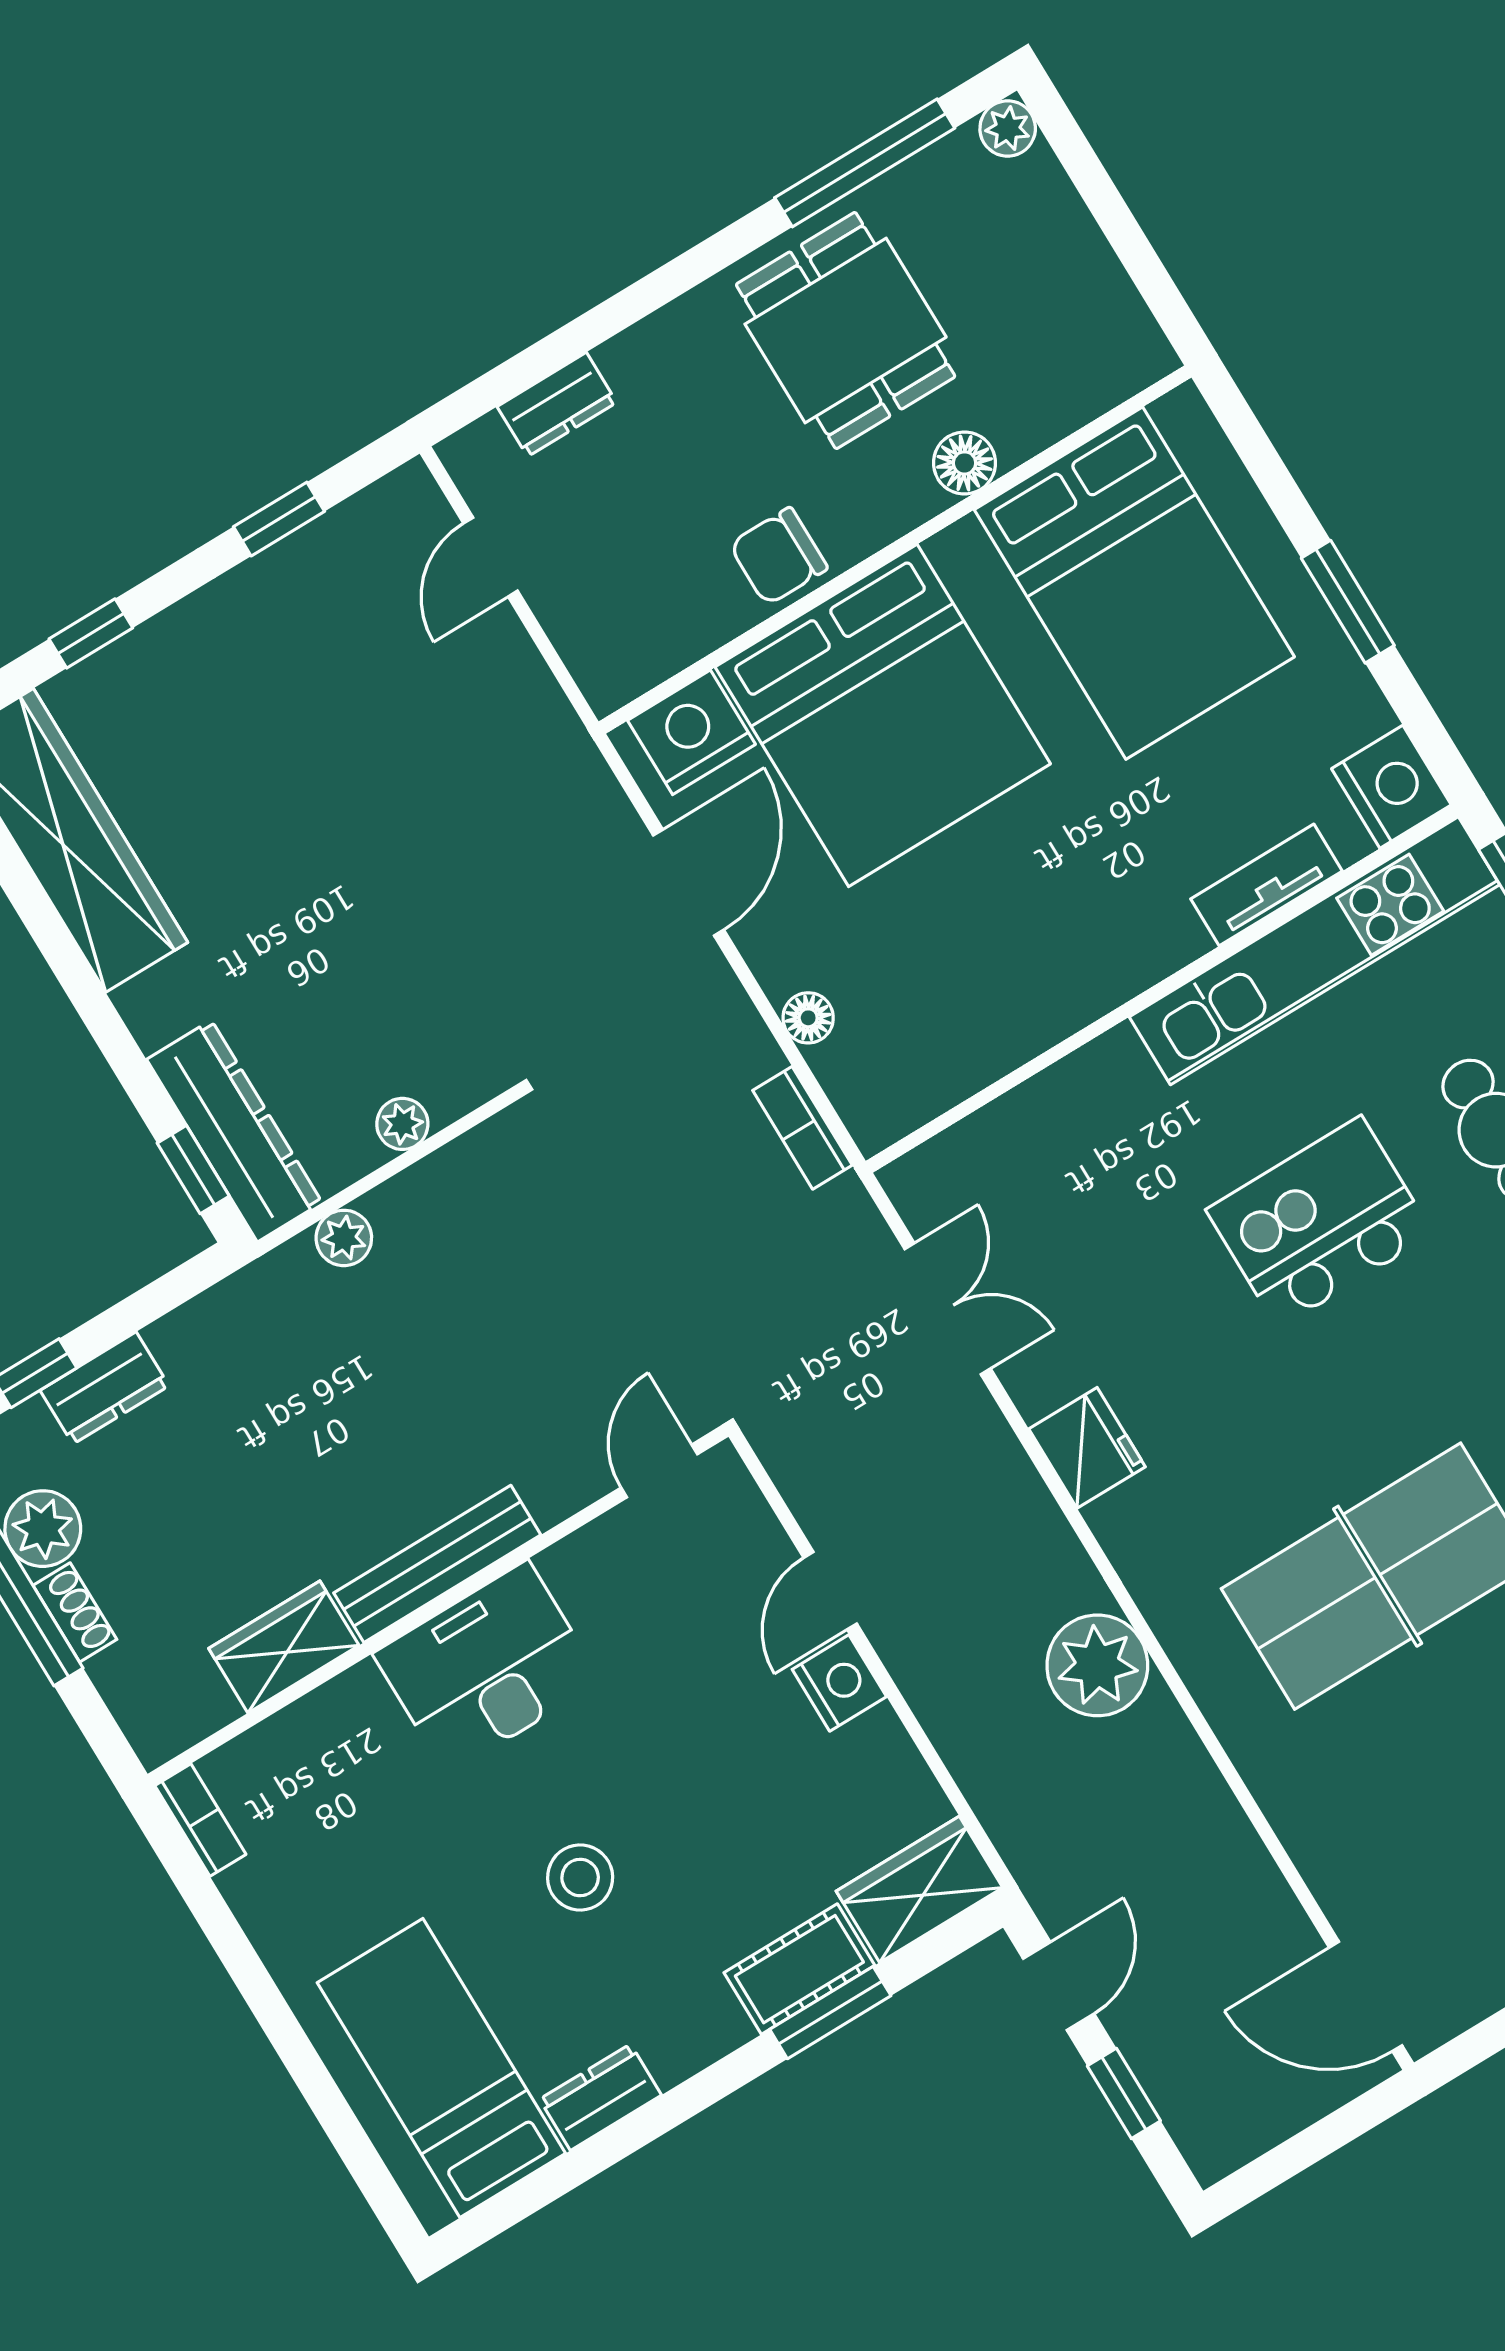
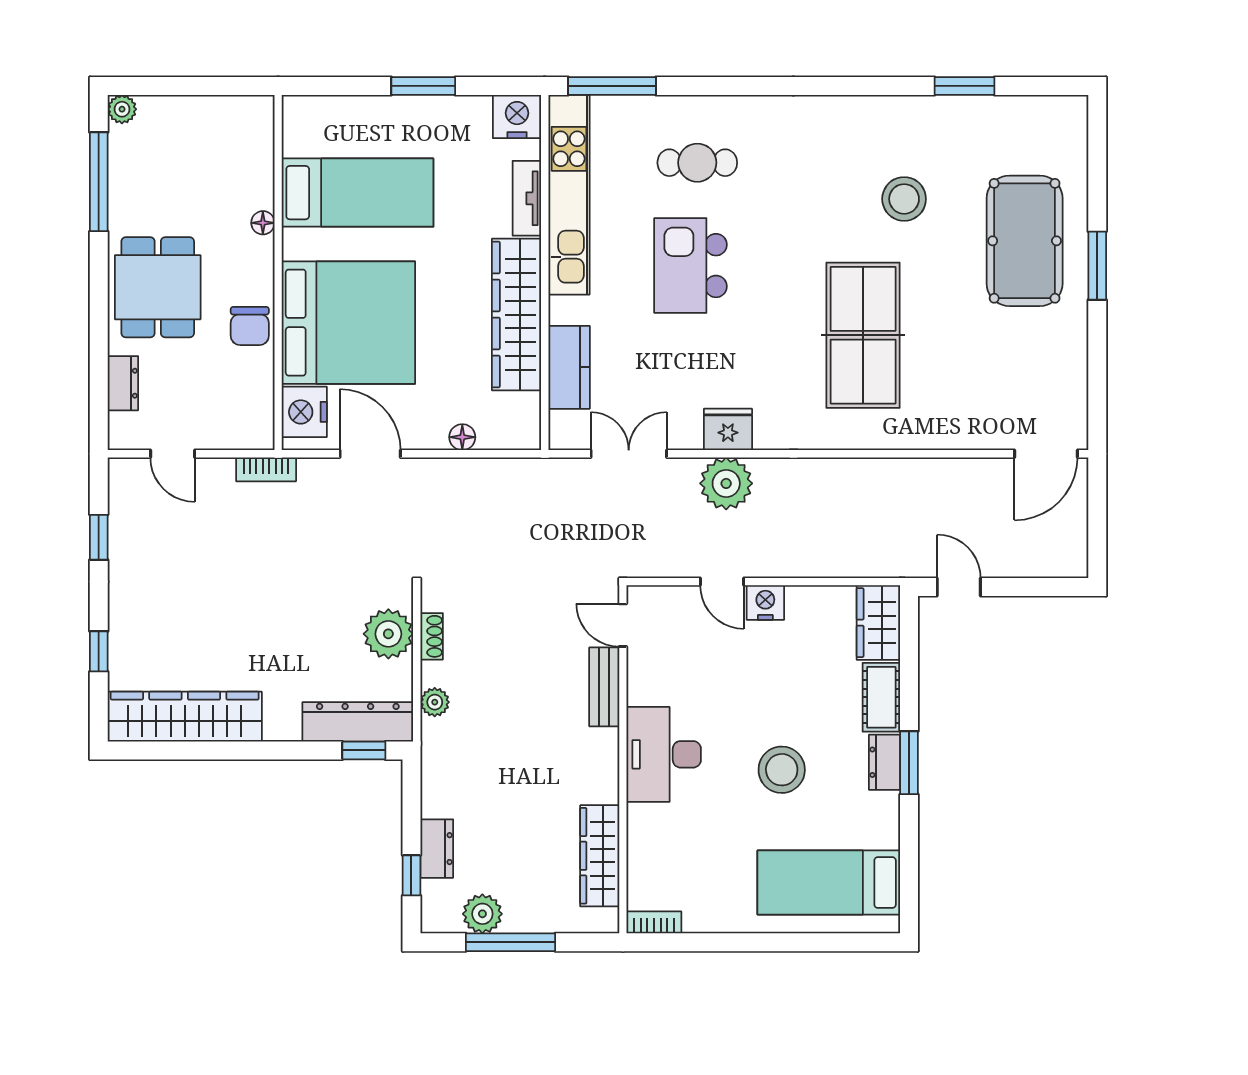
dining table: (846, 331) -> (158, 287), moved, turned 90
floor lamp: (964, 463) -> (263, 223), width x0.73, depth x0.73
bed: (1134, 583) -> (358, 193), width x0.67
wardrobe: (1065, 984) -> (517, 315), added
plant: (402, 1124) -> (388, 634), width x1.88, depth x1.88
kitchen counter: (1030, 1124) -> (569, 367), added
bookcase: (802, 1128) -> (266, 469), moved
bench: (437, 1564) -> (604, 687), moved, width x0.73
shoe rack: (75, 1612) -> (432, 636), moved, turned 90
wardrobe: (284, 1647) -> (600, 856), width x1.50
plant: (1097, 1665) -> (726, 483), moved
stool: (580, 1877) -> (782, 770), width x1.38, depth x1.38
window: (830, 2013) -> (909, 763), moved
window: (1124, 2093) -> (1024, 587), removed
dresser: (600, 2097) -> (884, 762), moved

